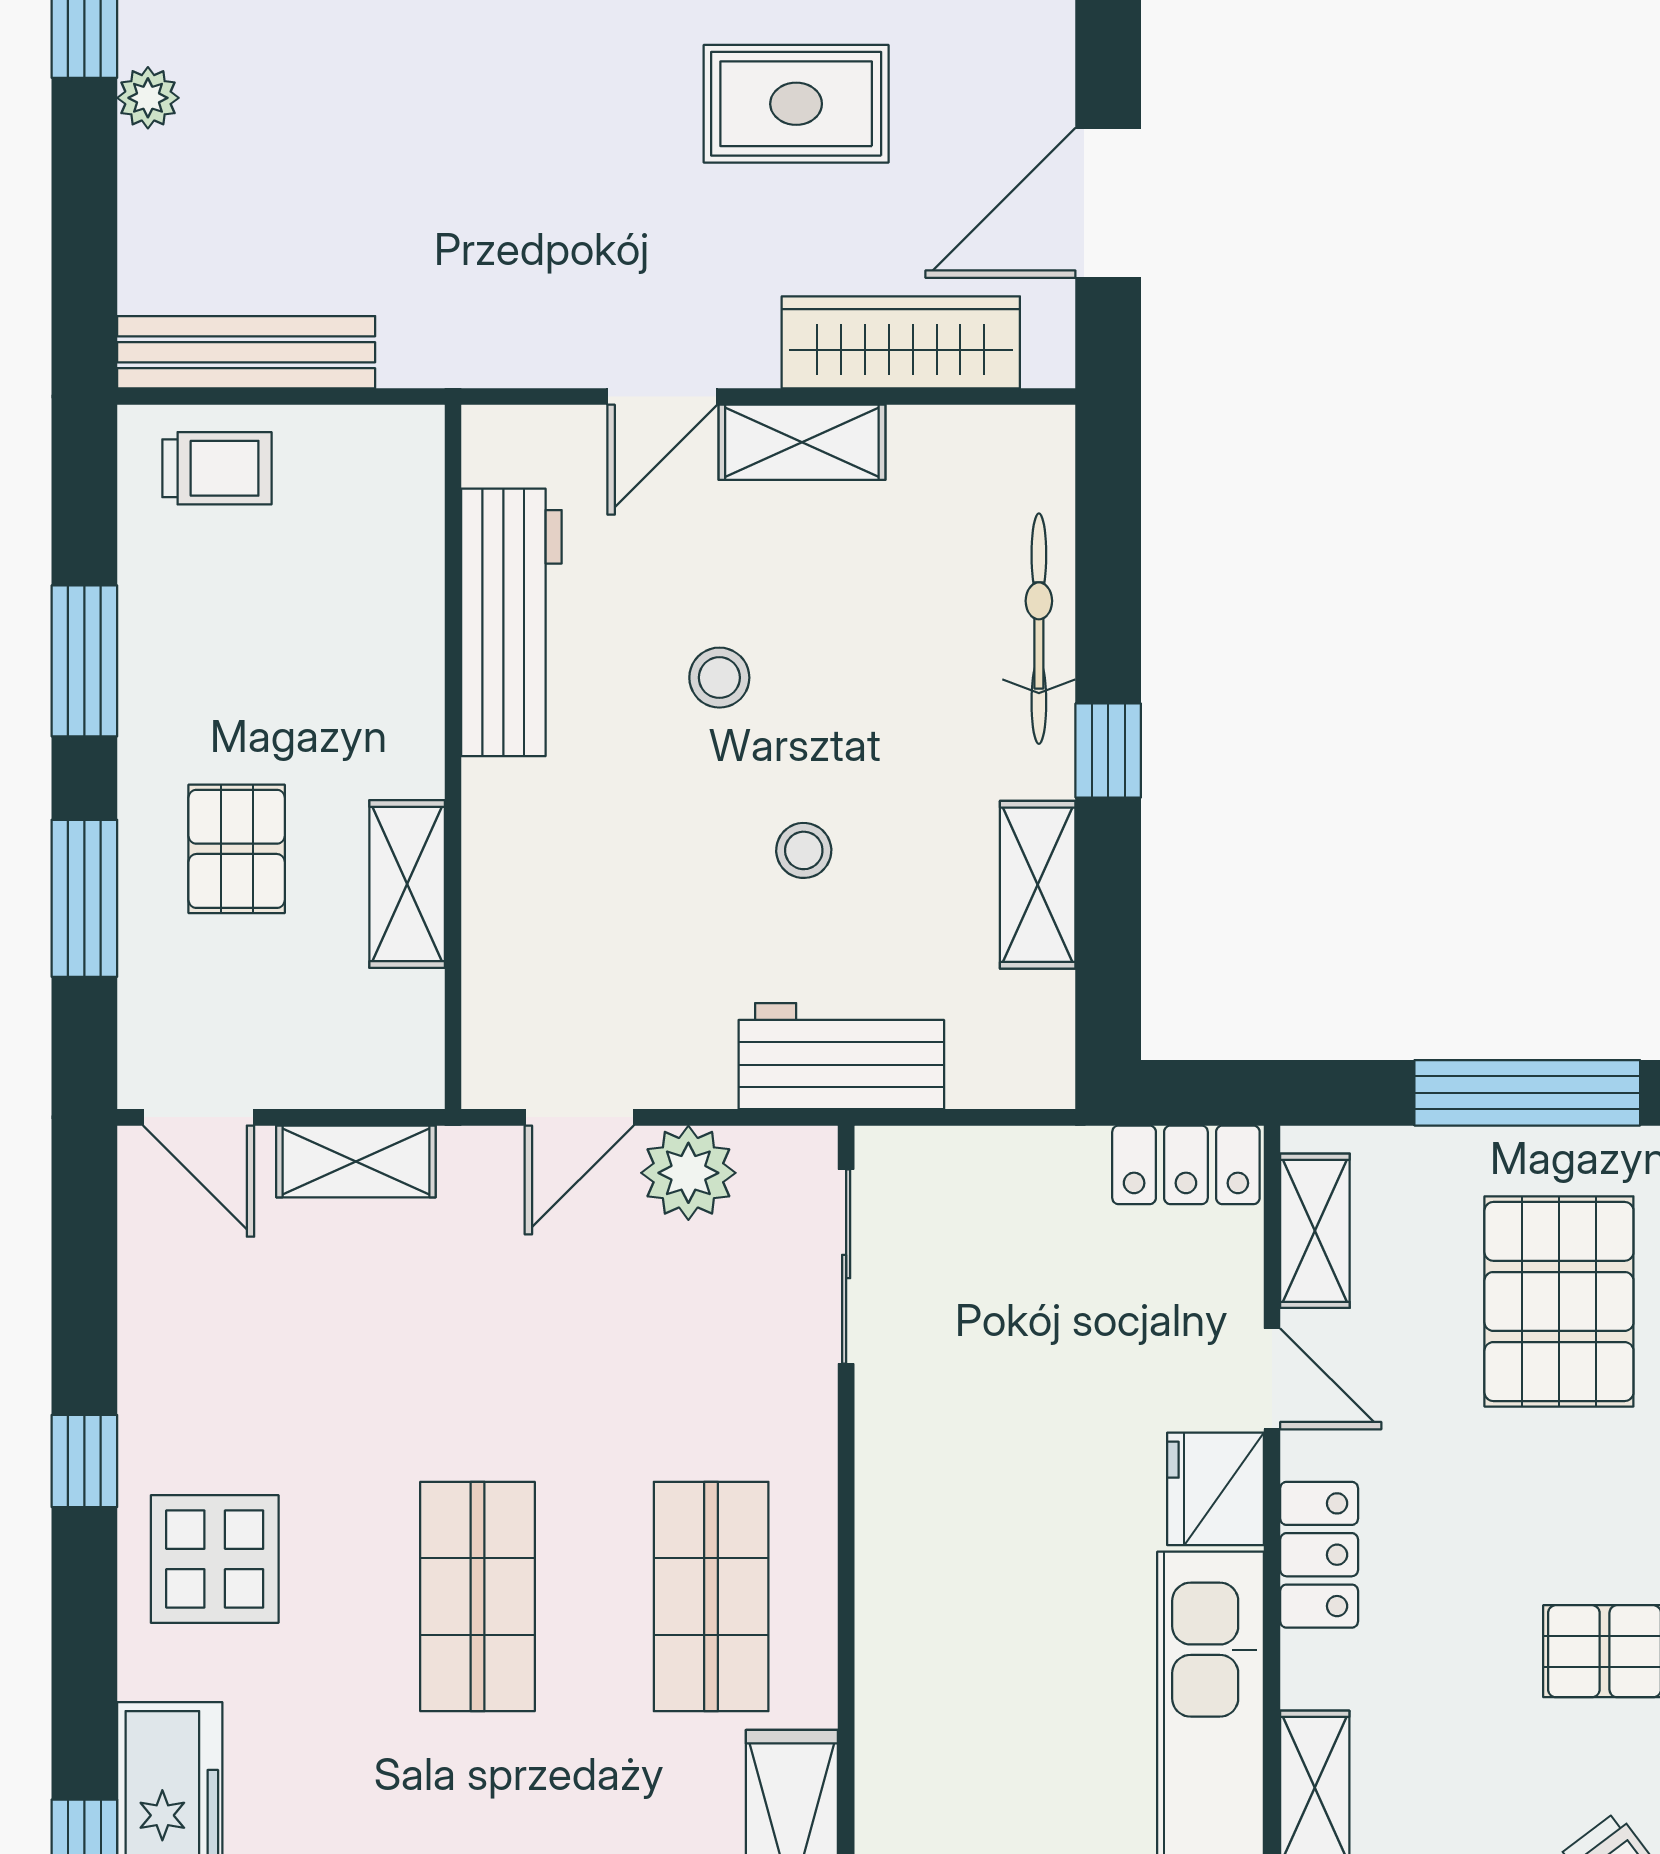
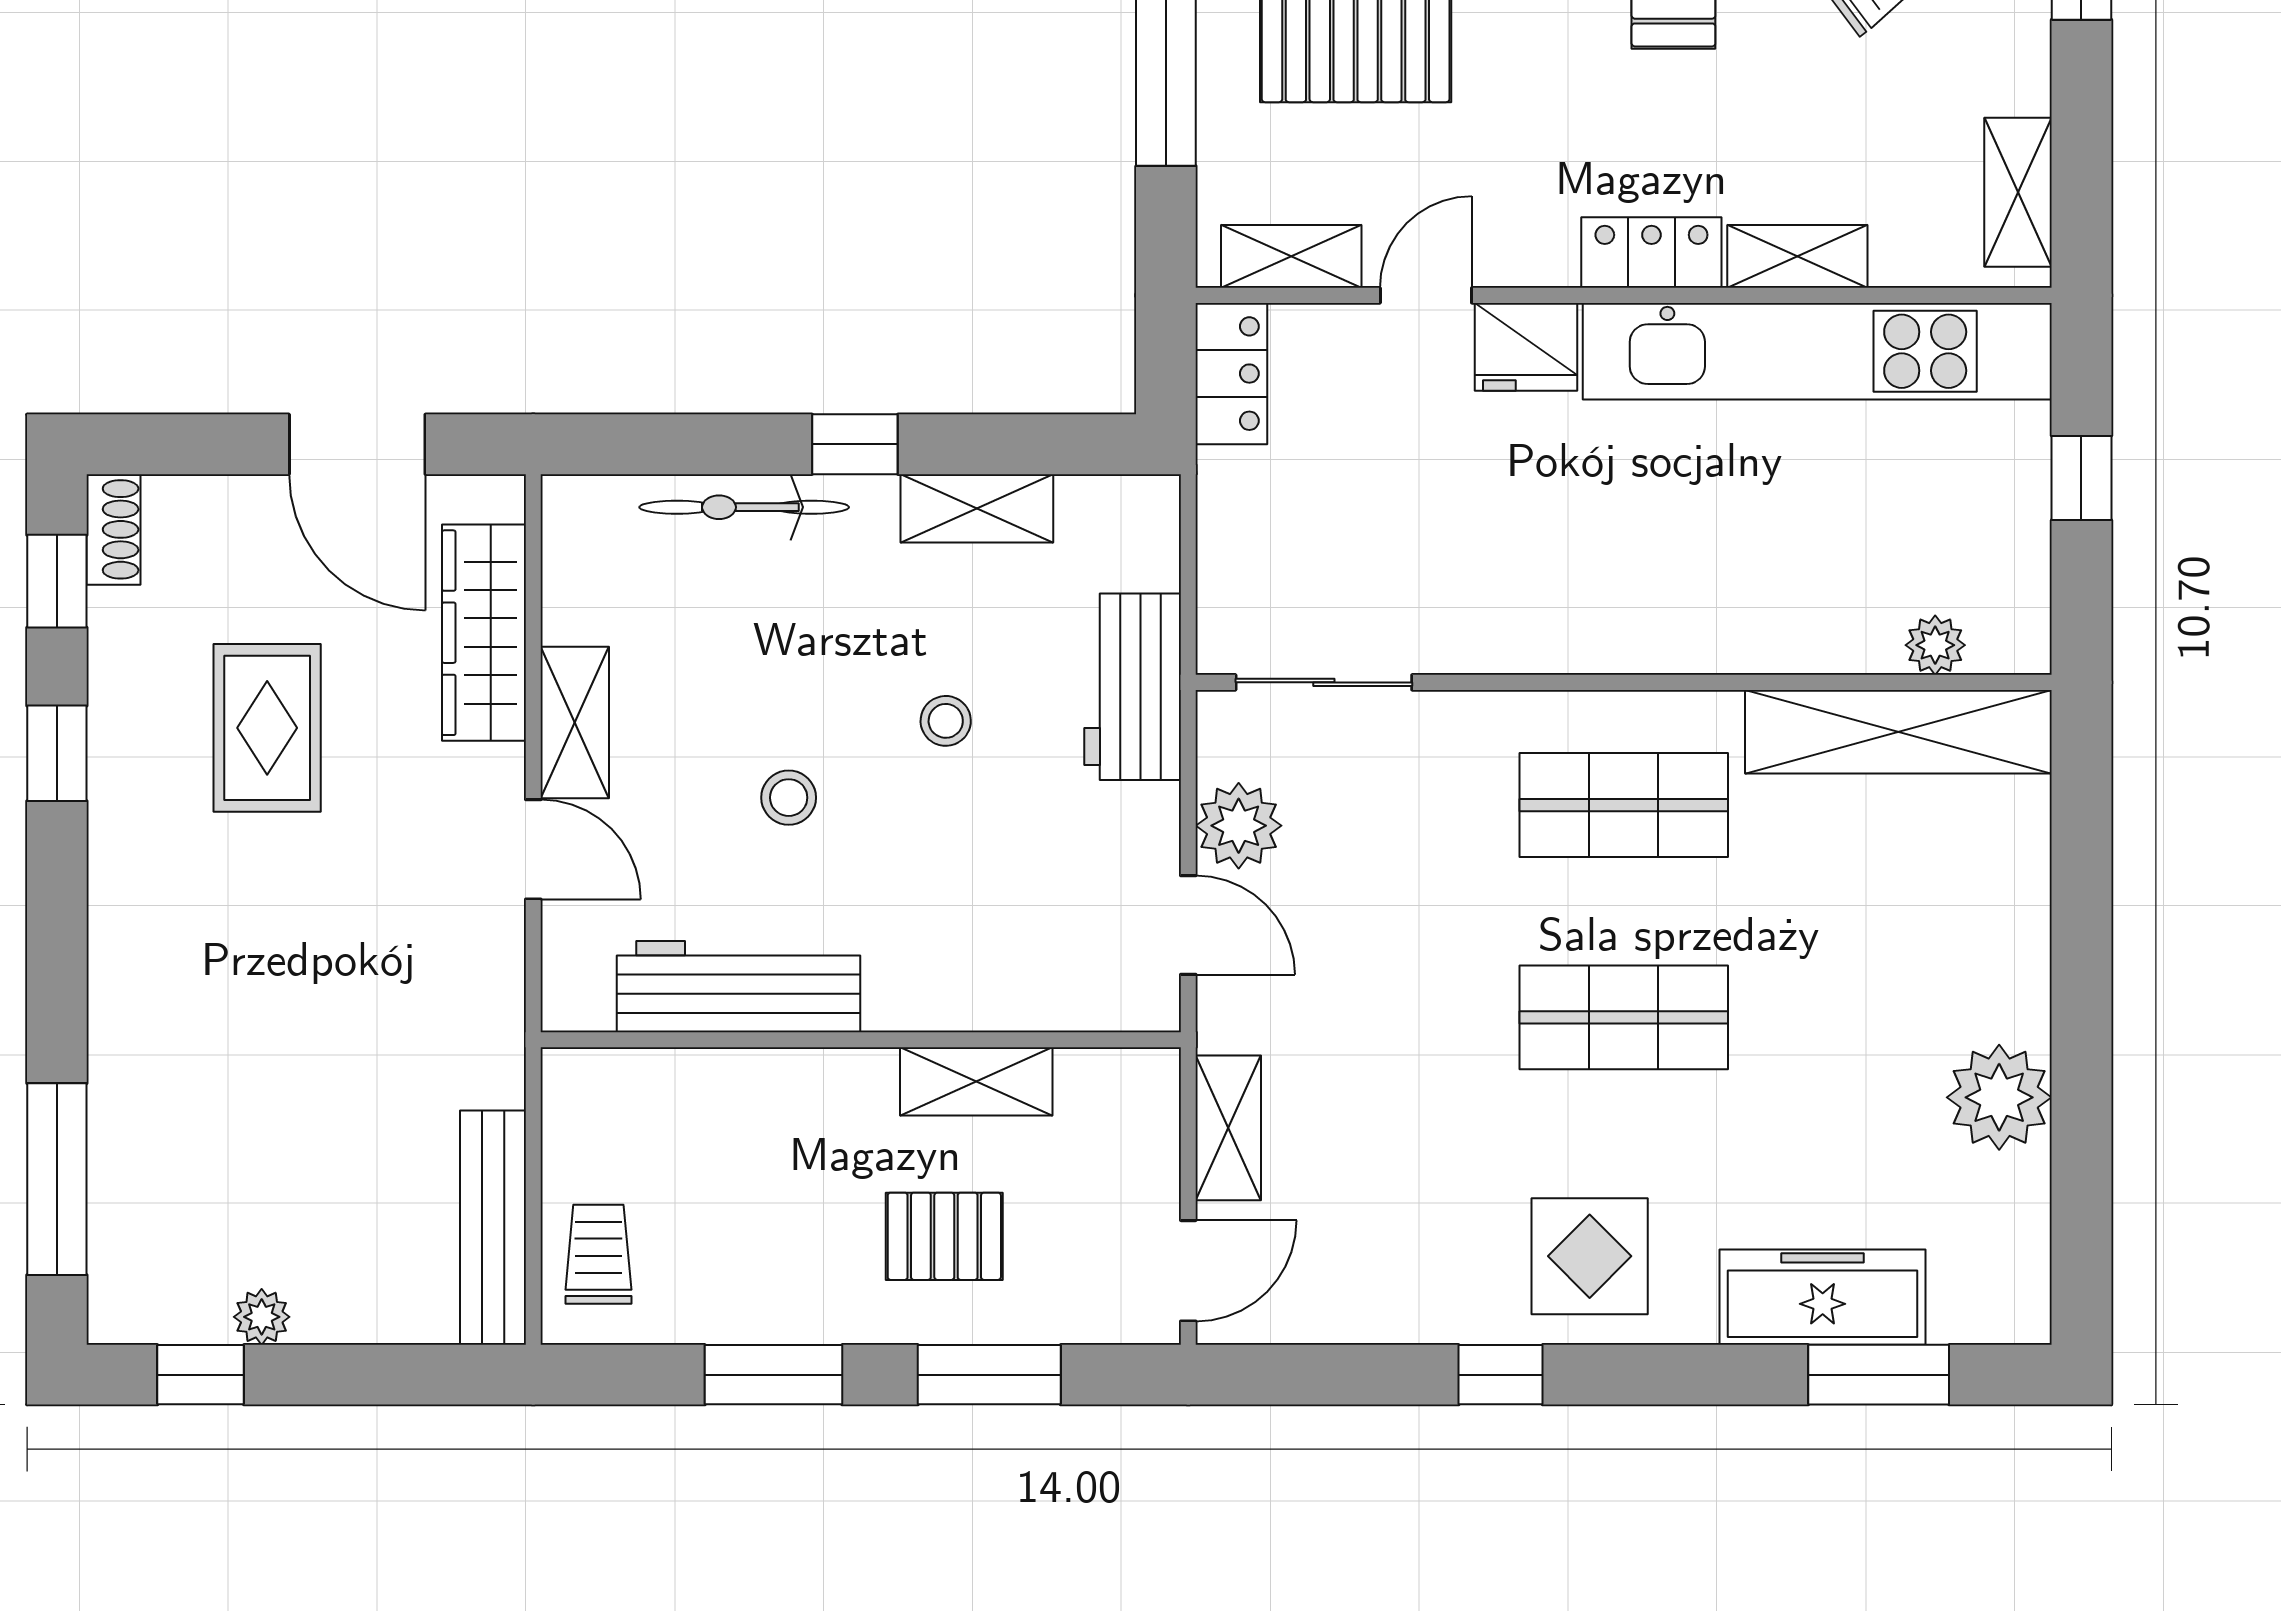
locker: (1319, 1555) -> (1651, 253), moved

